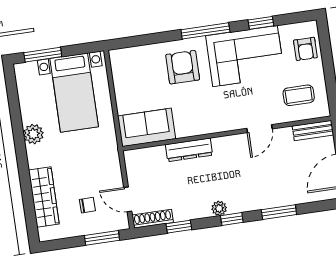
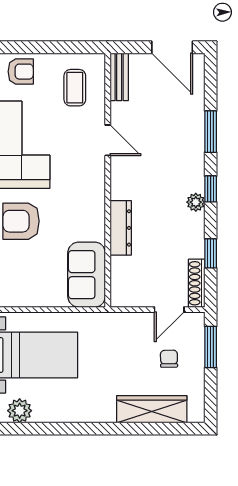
plant: (33, 134) -> (20, 411), moved

